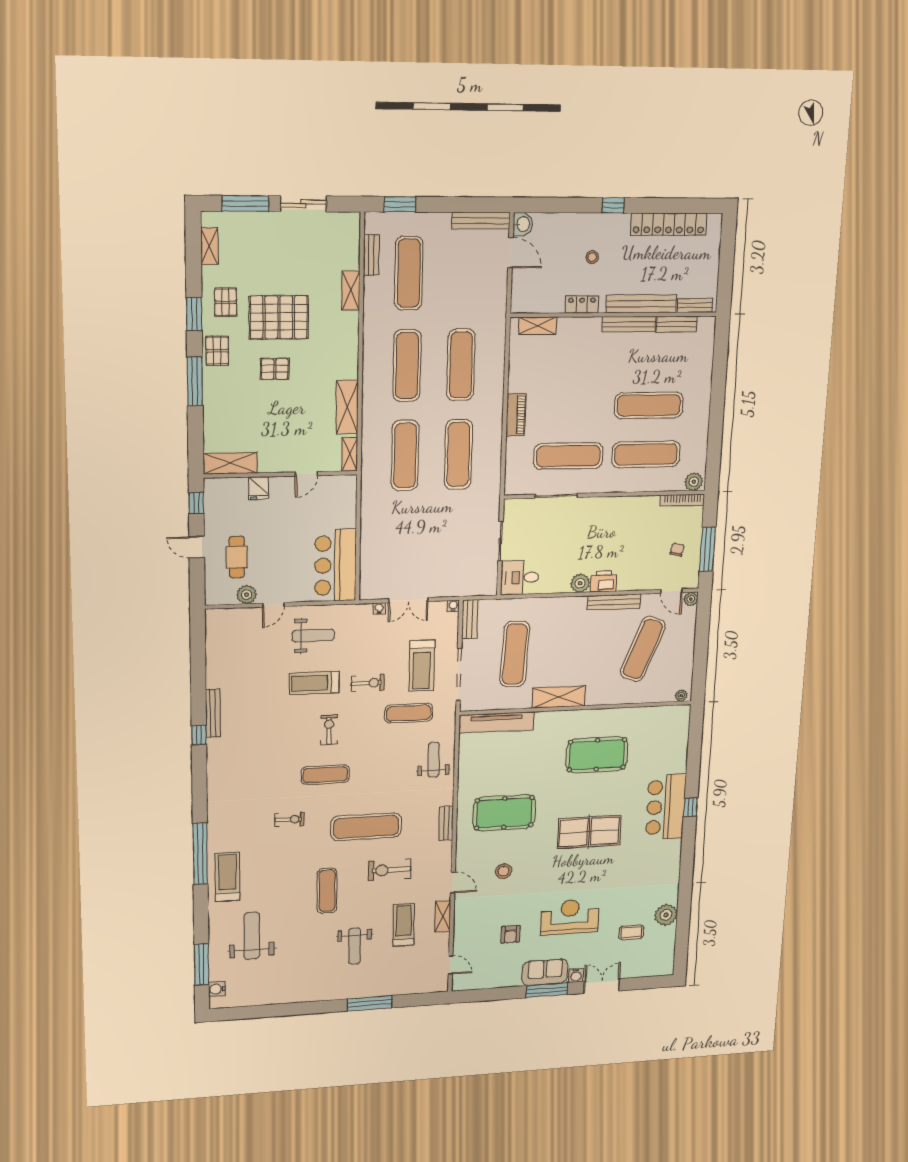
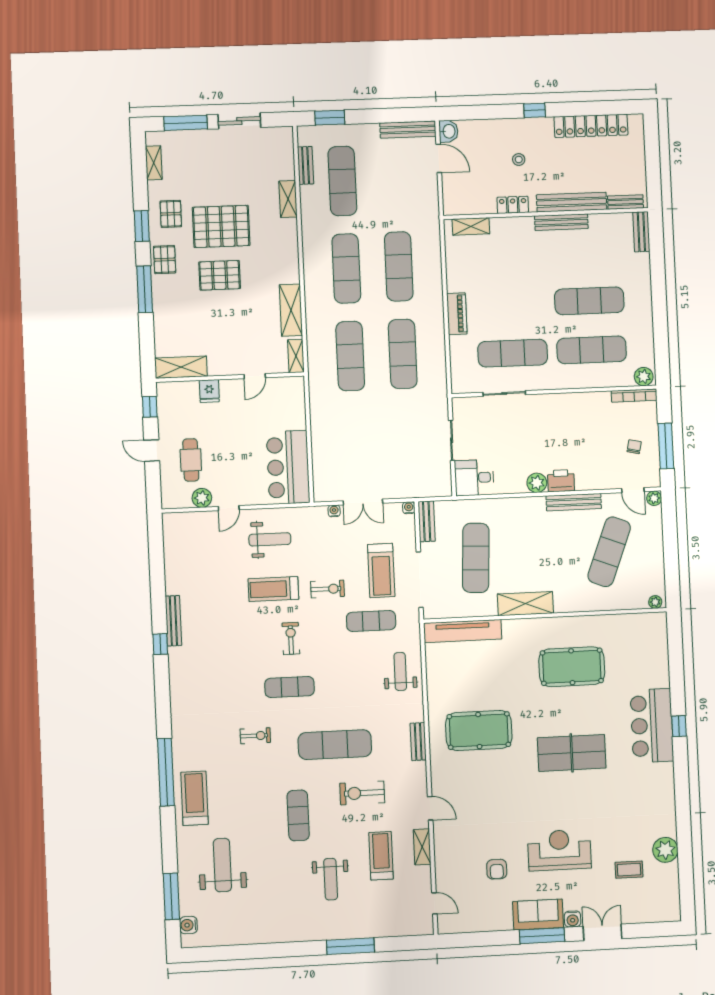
bench: (677, 324) -> (641, 232), moved, turned 90
pallet: (275, 369) -> (220, 275), width x1.50, depth x1.42
stool: (504, 871) -> (483, 796), removed

